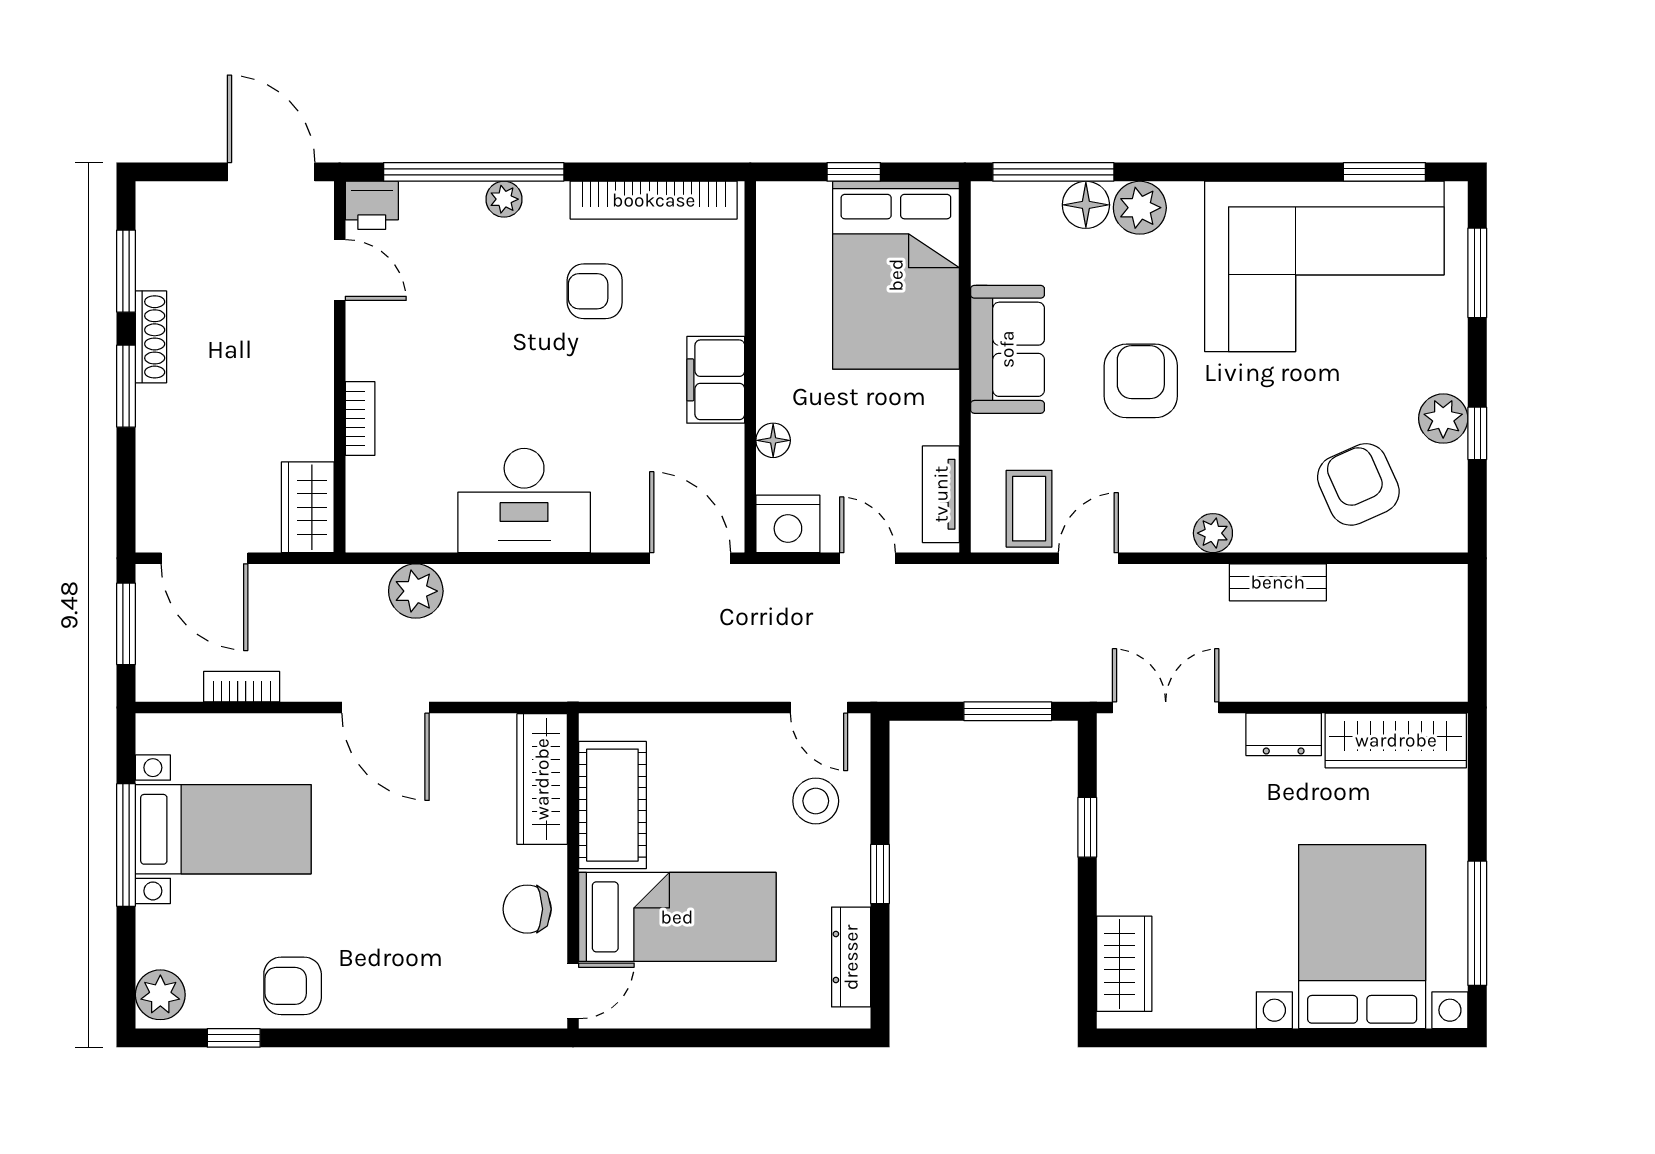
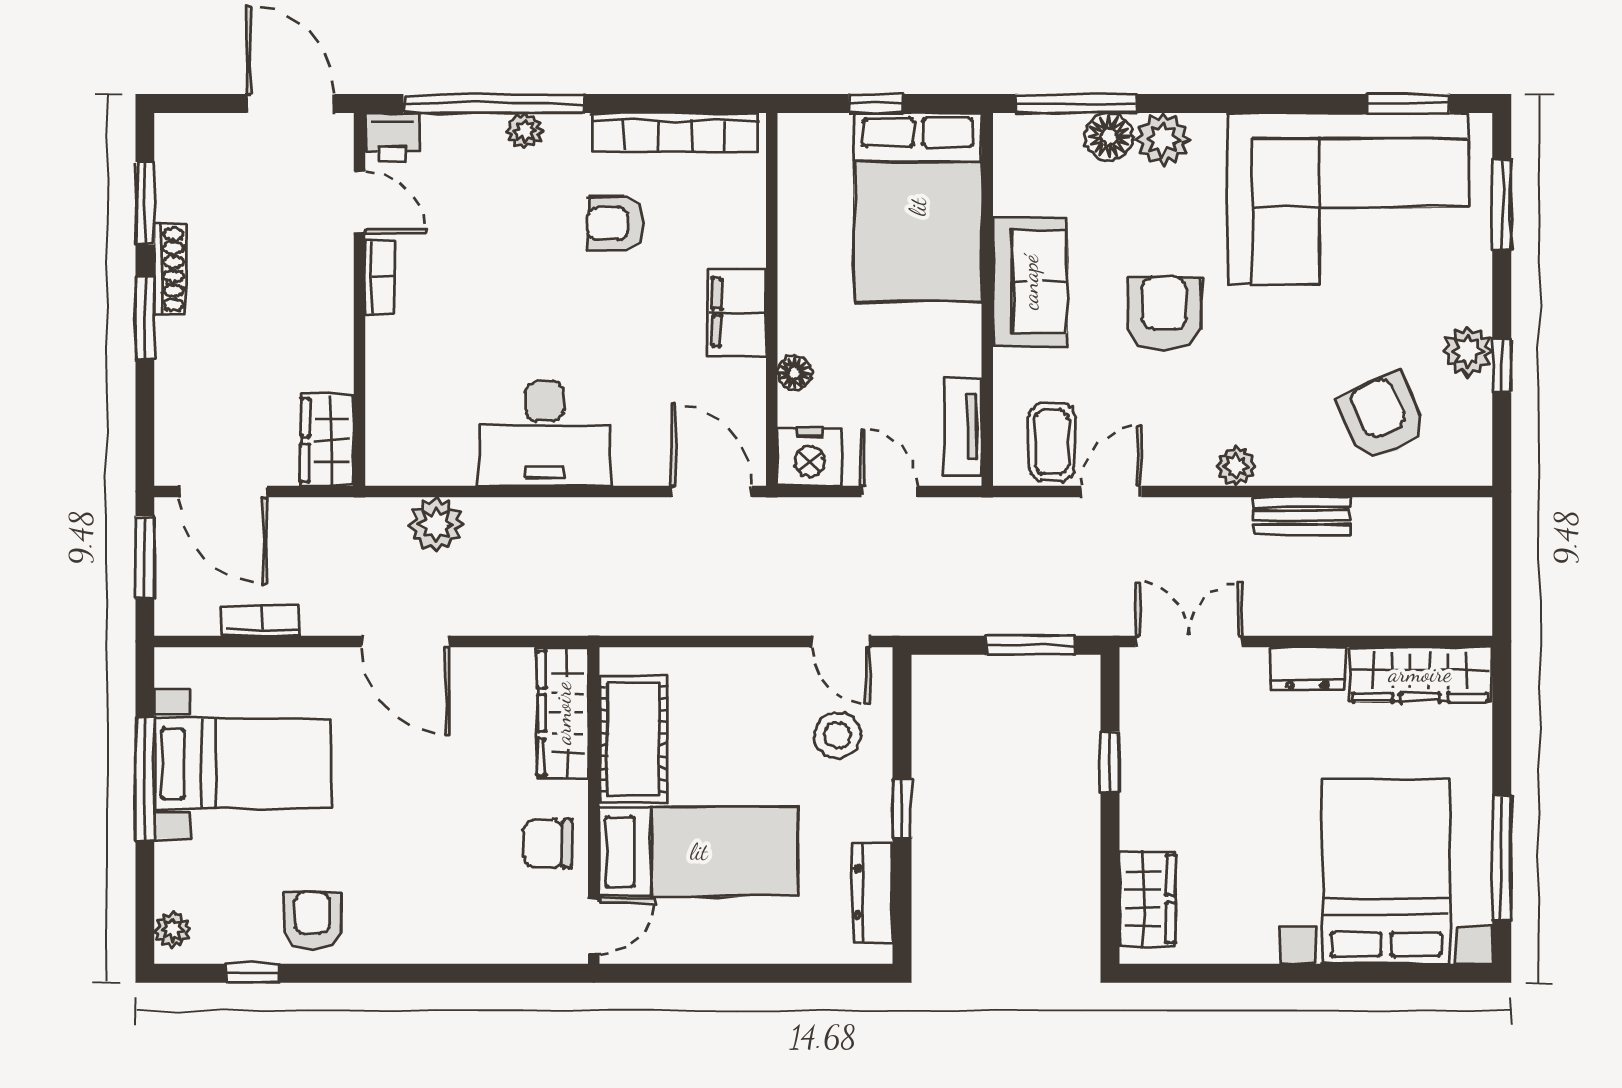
bookcase: (360, 419) -> (380, 278), moved
armchair: (293, 986) -> (312, 921), turned 90
plant: (160, 995) -> (172, 930), width x0.73, depth x0.73

